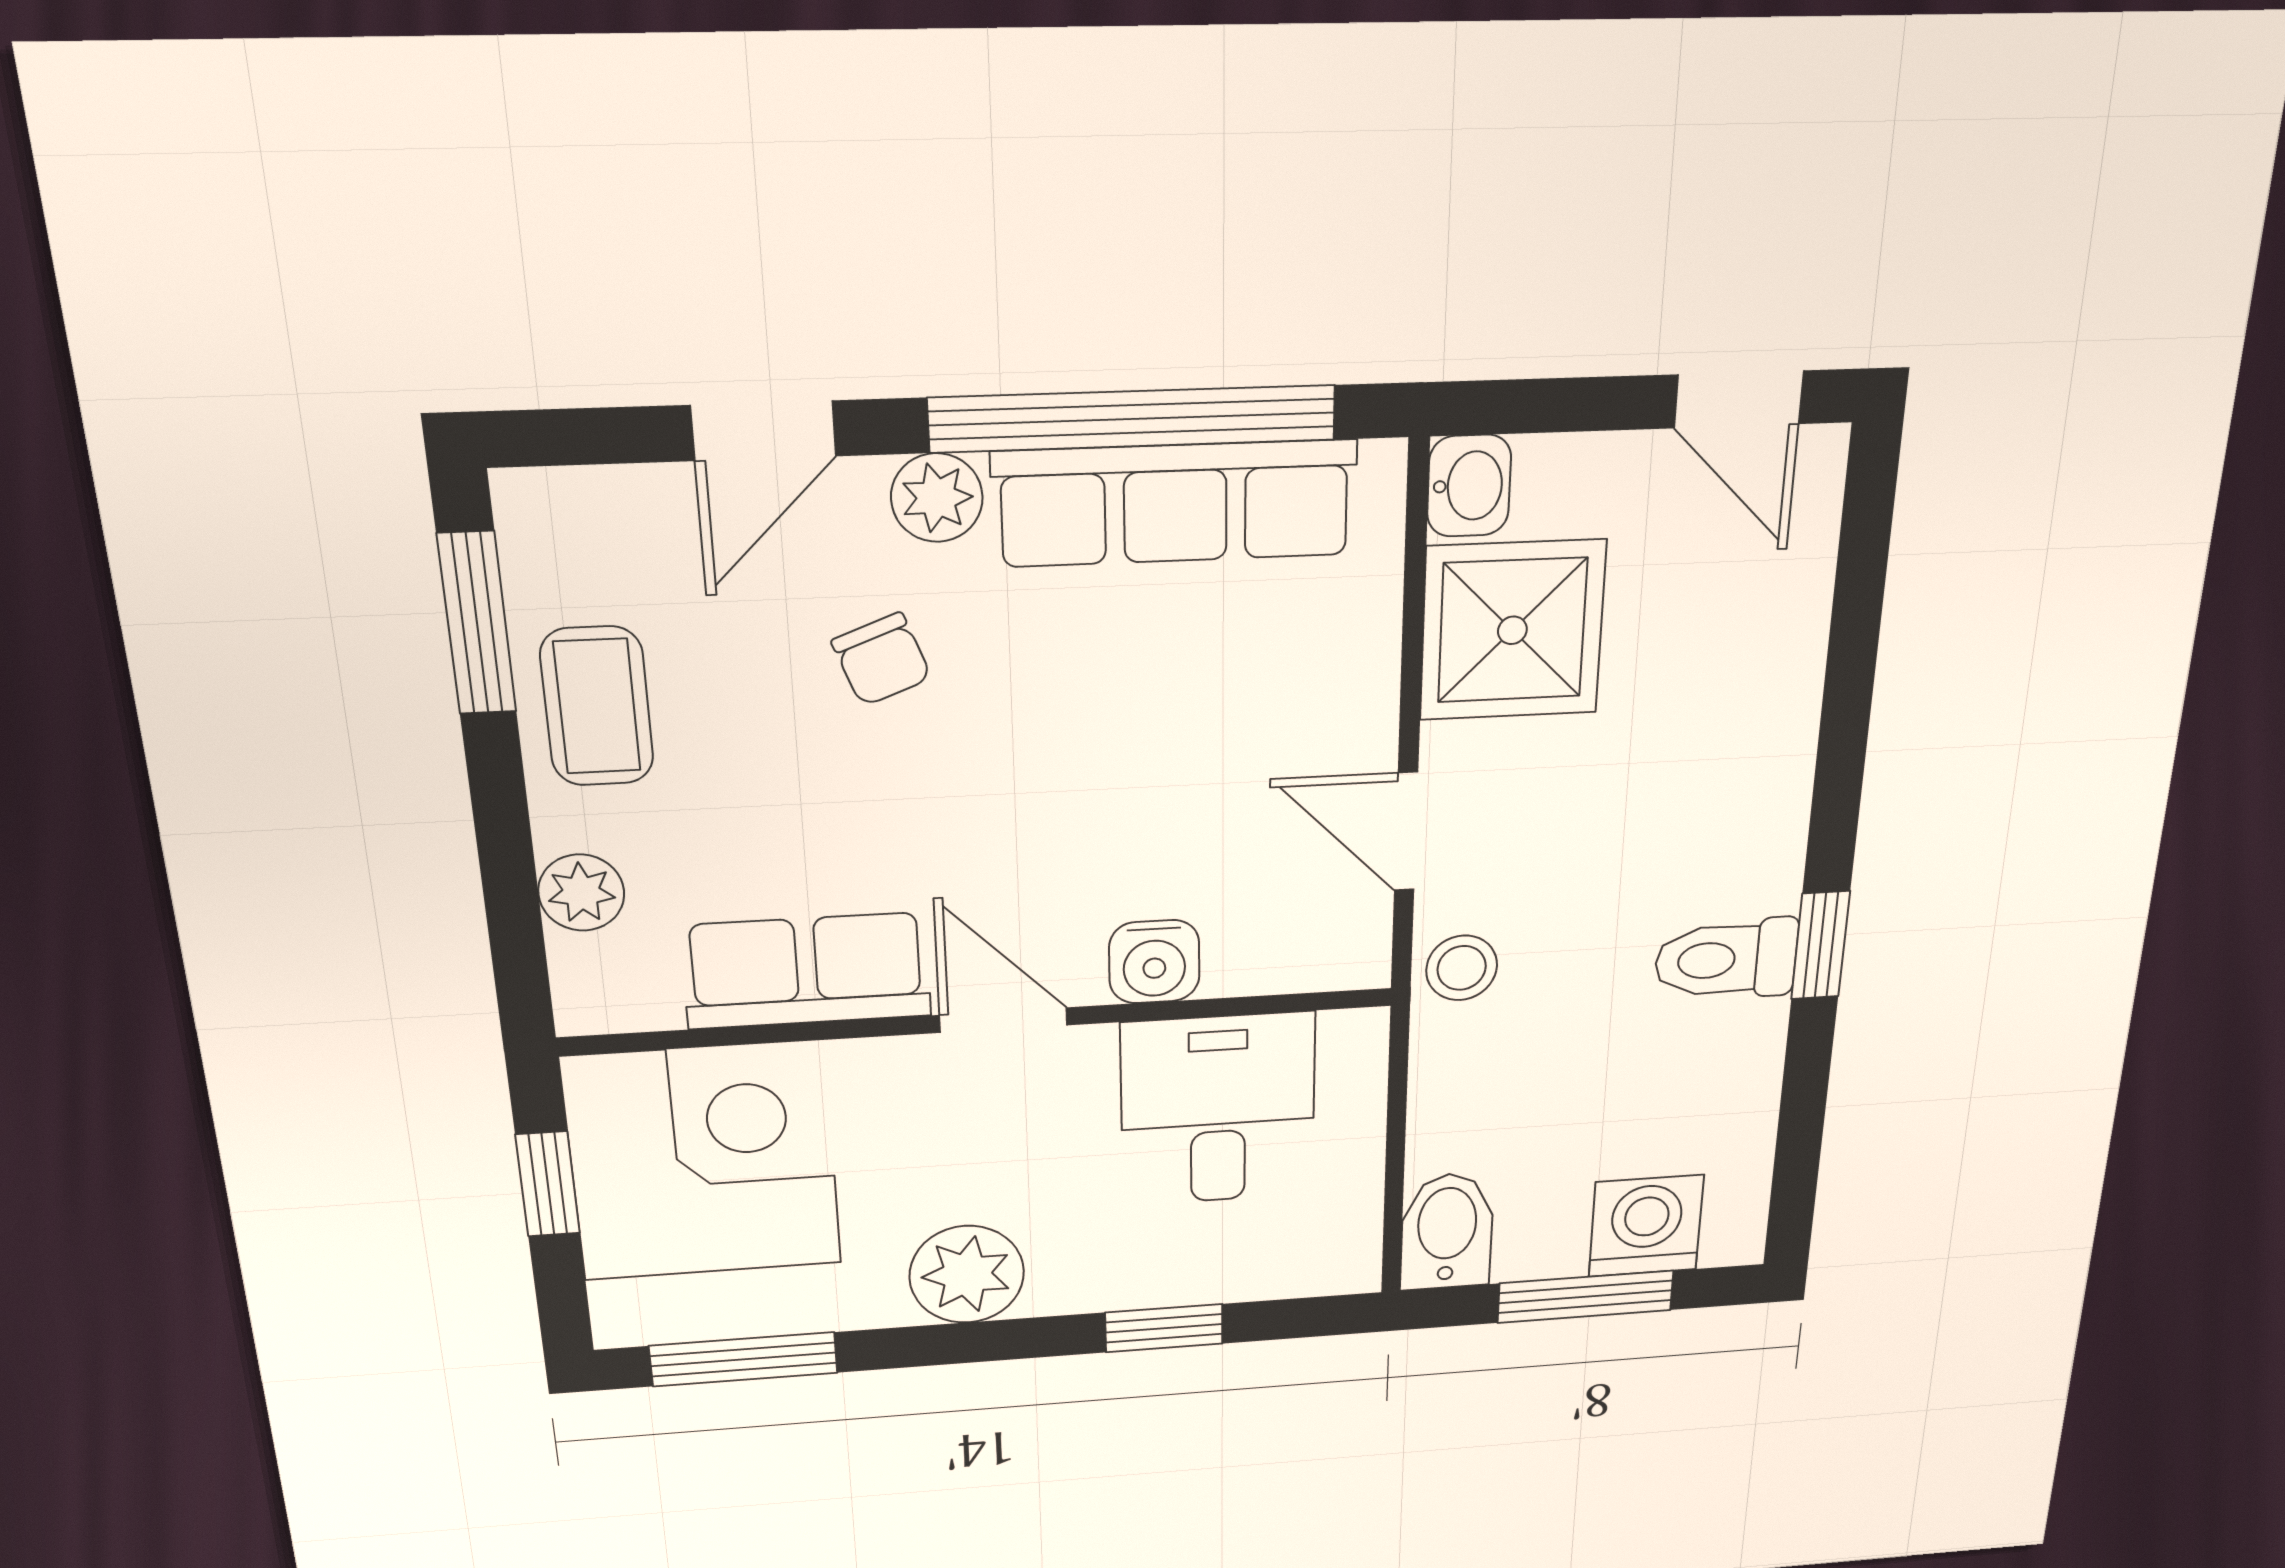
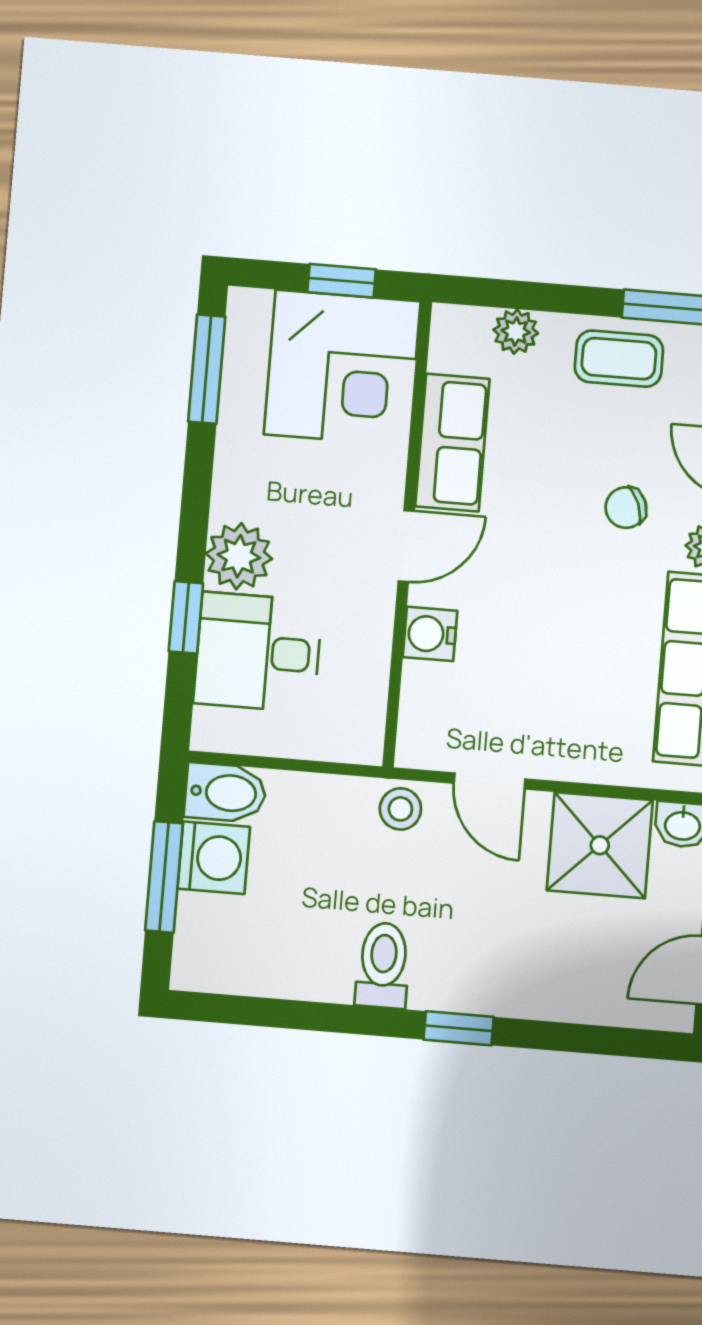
door: (1406, 832) -> (490, 781), swing flipped
window: (1820, 945) -> (459, 1028), moved
desk: (1218, 1109) -> (258, 652), moved, turned 180
washing machine: (1646, 1226) -> (214, 858), moved
plant: (967, 1274) -> (239, 556), moved

